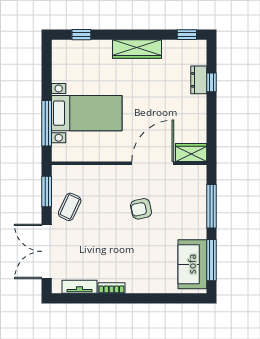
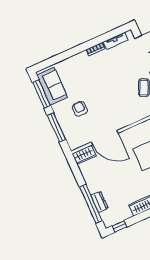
window: (212, 82) -> (91, 204), width x3.17
door: (153, 163) -> (105, 138), hinge flipped
armchair: (141, 209) -> (80, 109), moved, turned -78

